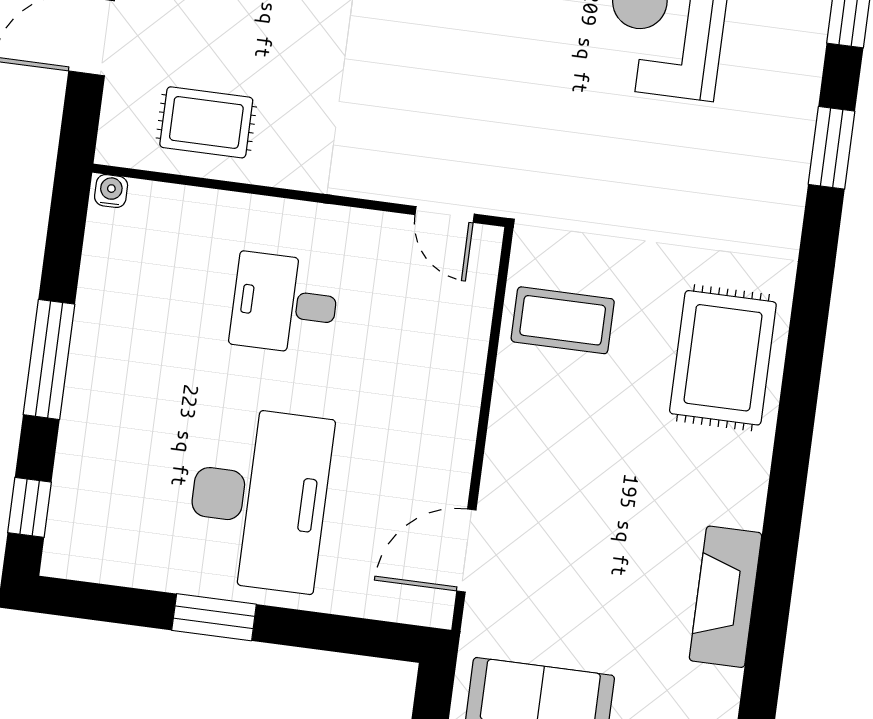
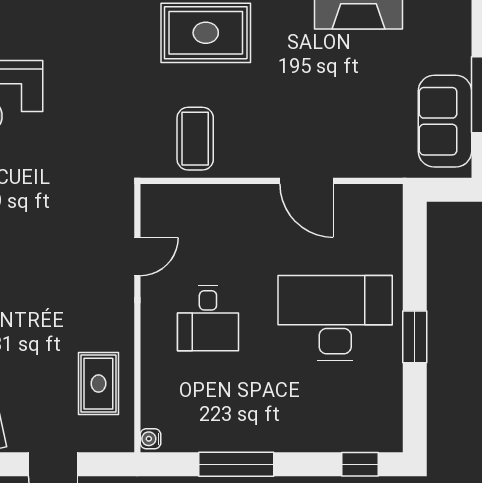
door: (445, 214) -> (137, 257), moved
window: (49, 359) -> (236, 464), moved
door: (466, 551) -> (306, 181), moved

